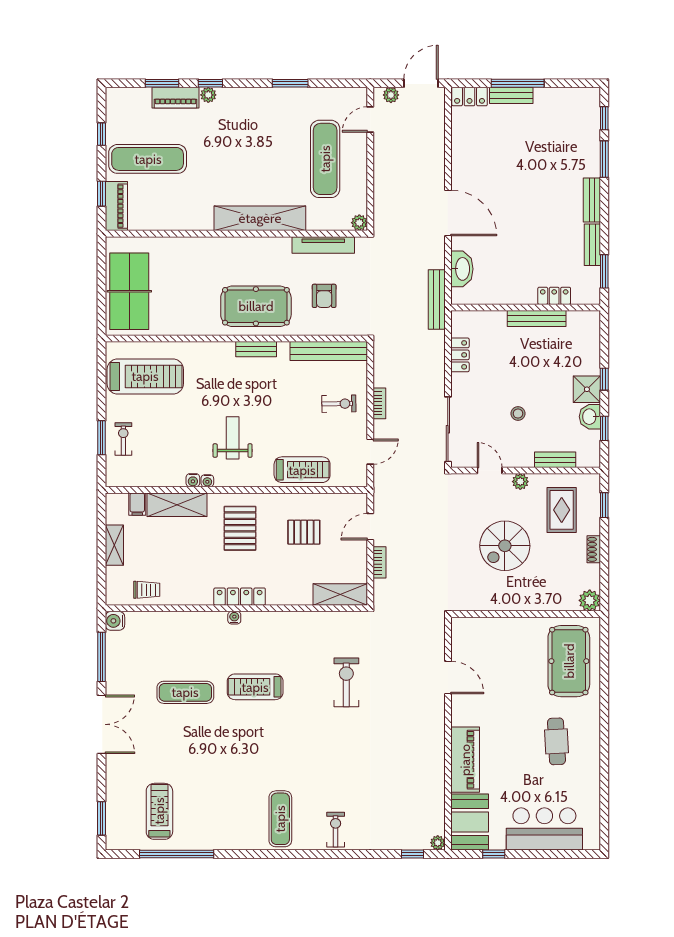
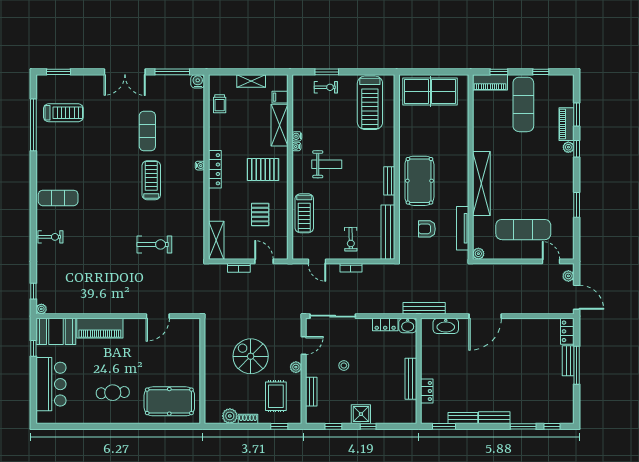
washbasin: (590, 417) -> (408, 326), moved, turned 180
rug: (562, 510) -> (276, 396), turned 90
plant: (590, 600) -> (230, 416), moved

